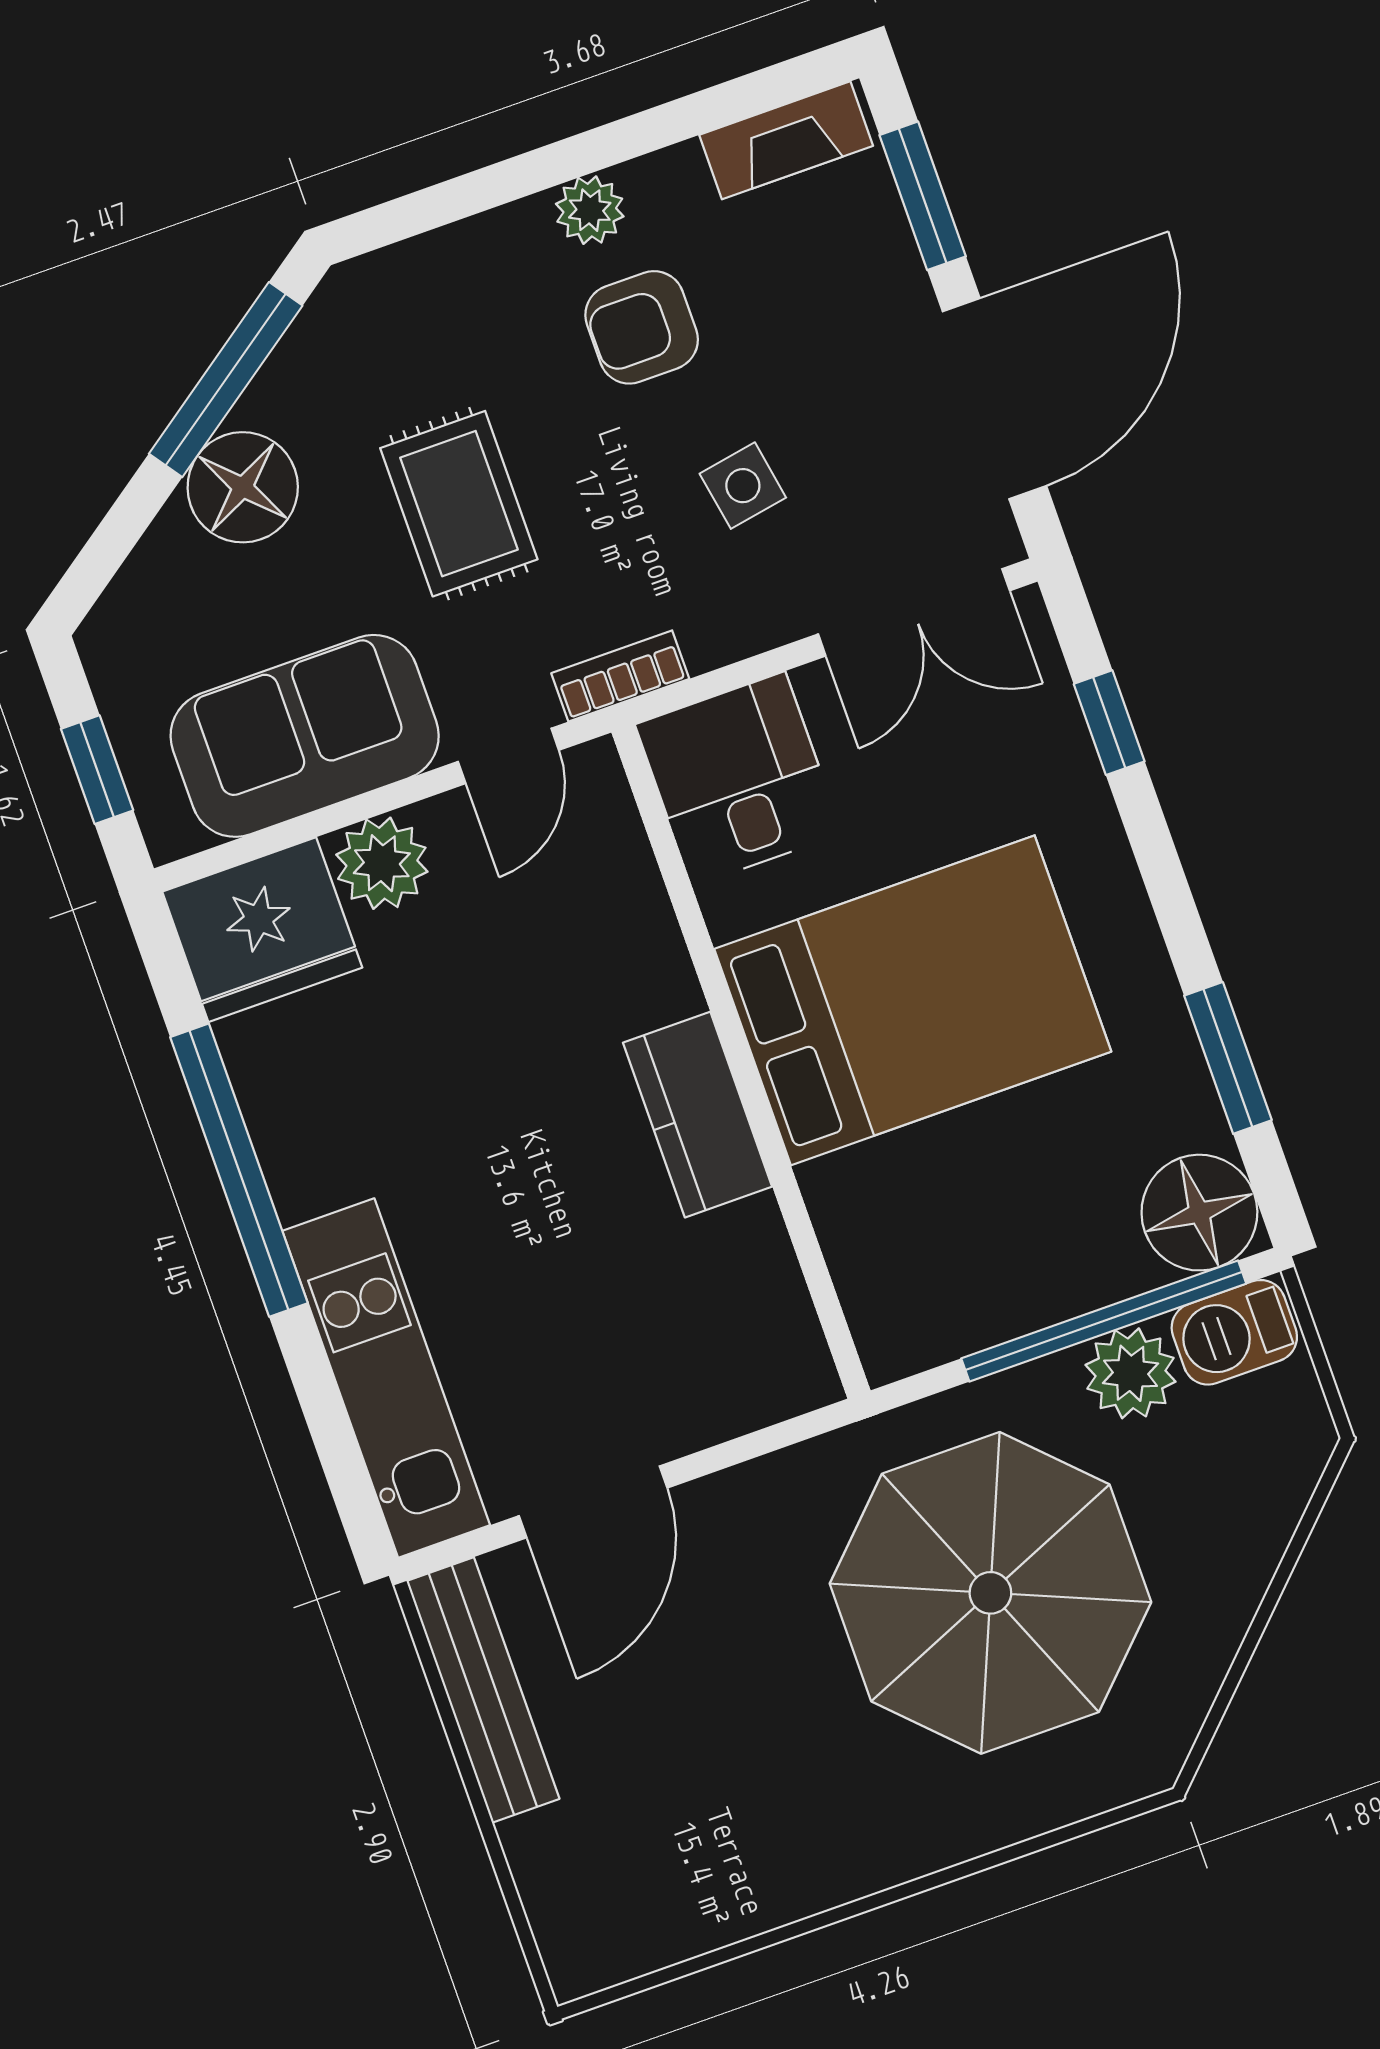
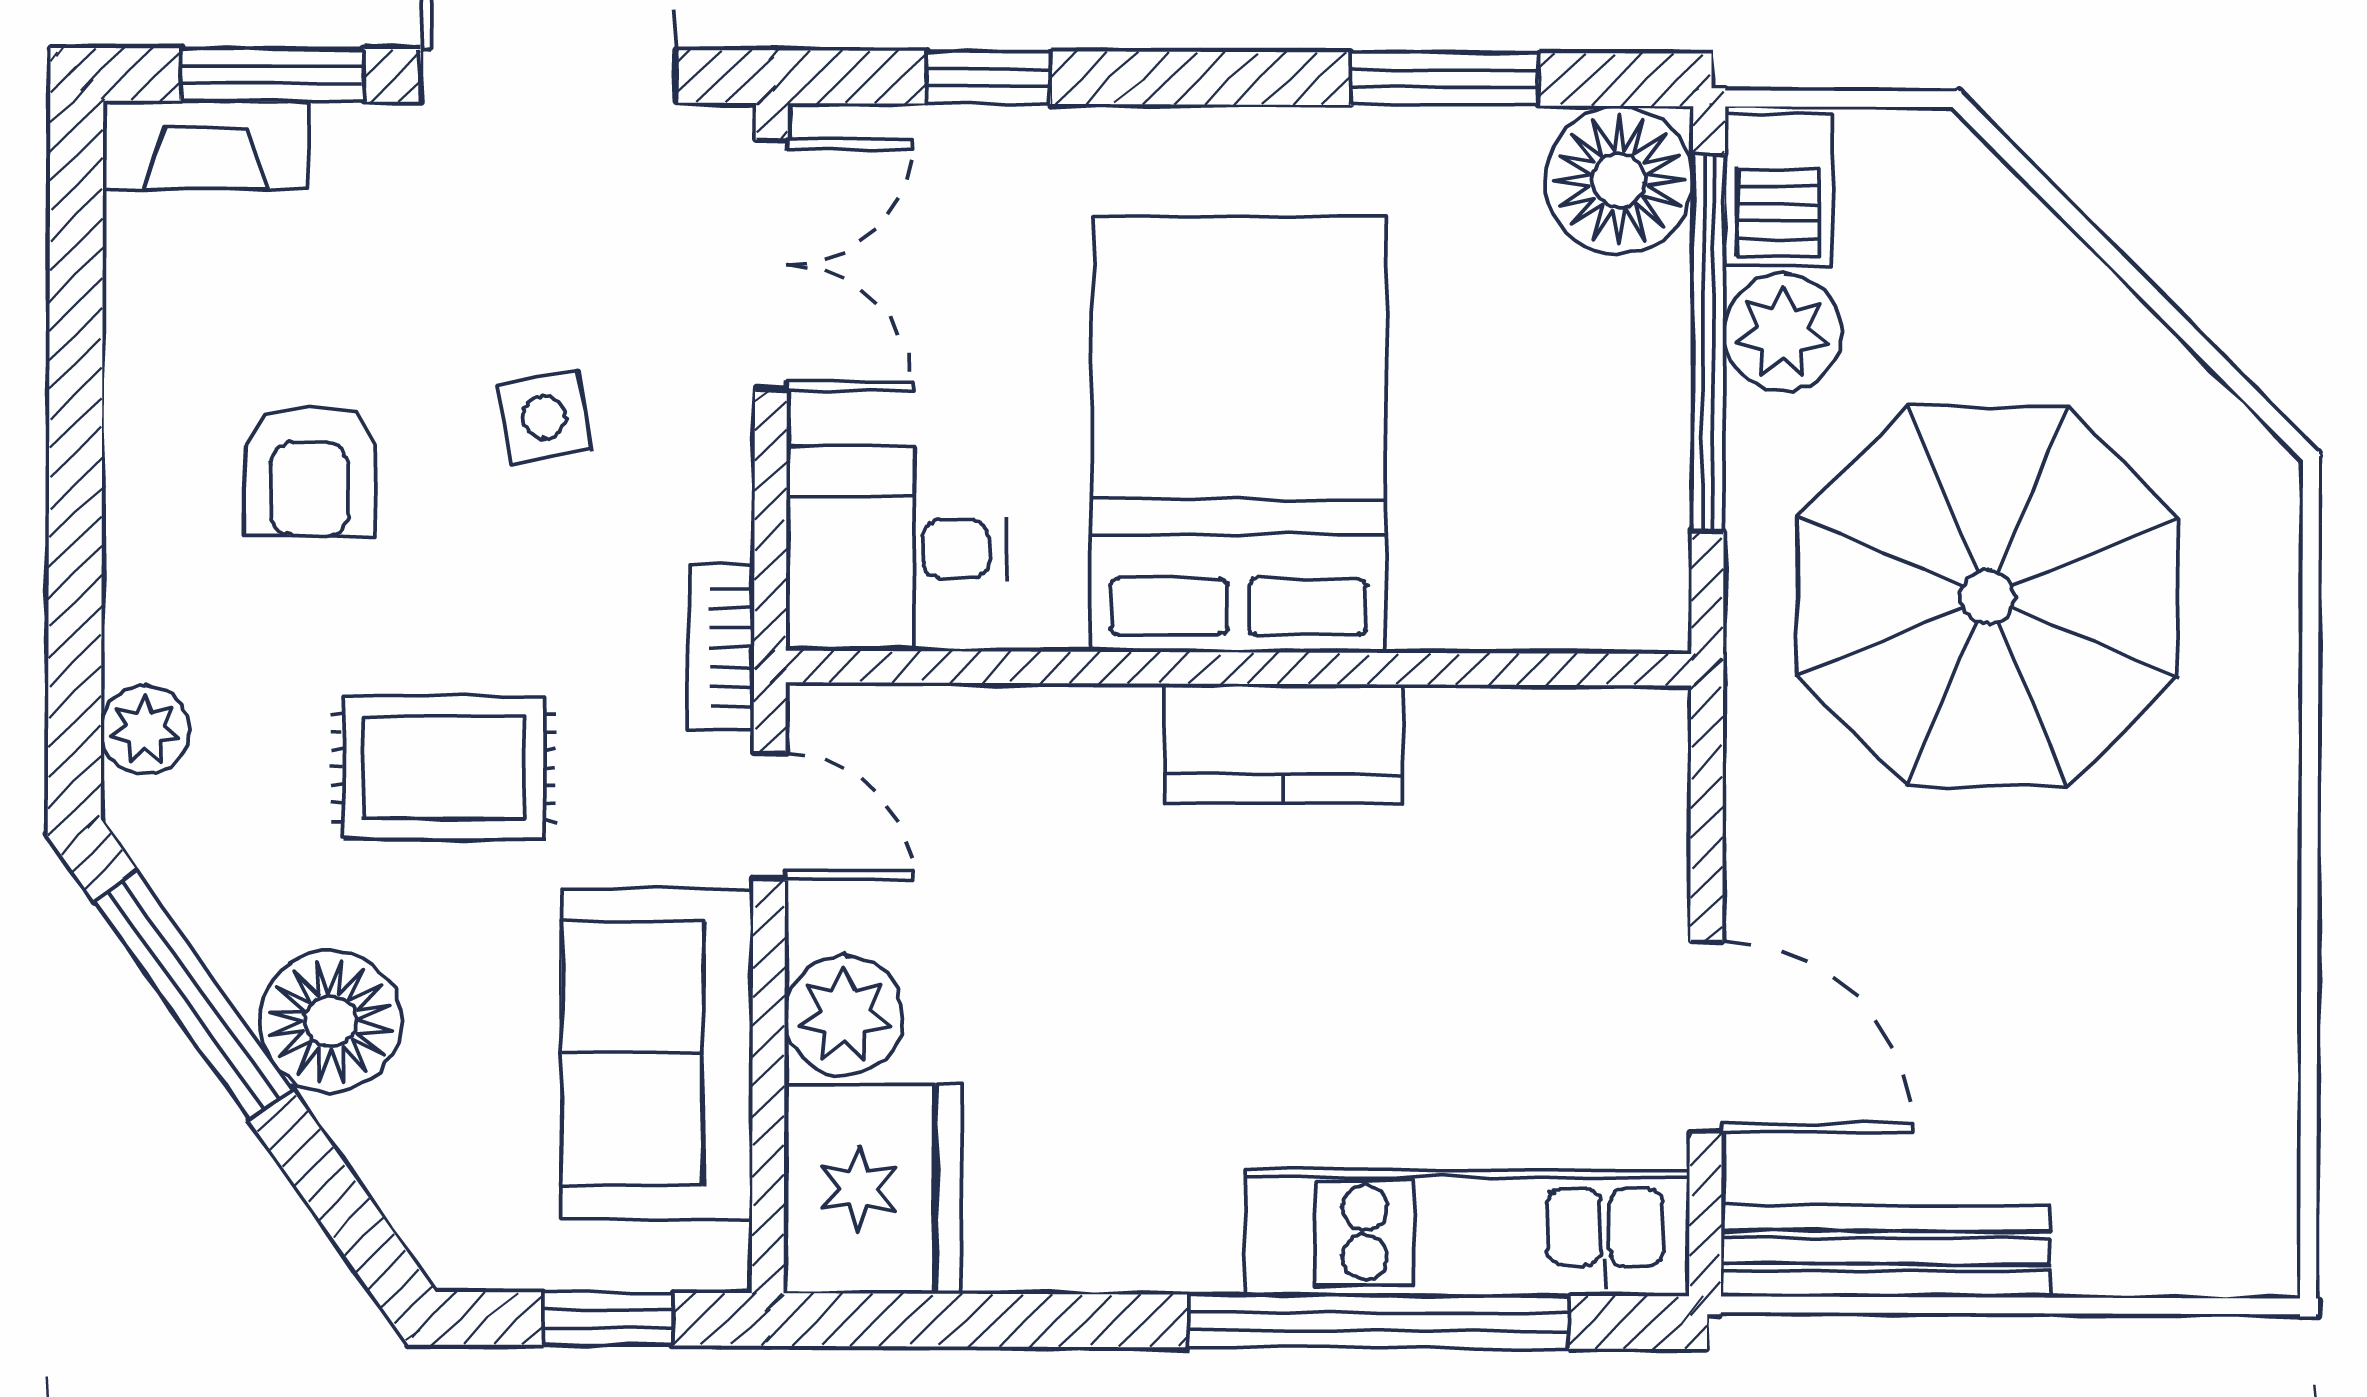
fireplace: (786, 140) -> (206, 145), moved, turned 90
plant: (590, 210) -> (145, 730), moved
window: (239, 1170) -> (1379, 1322), moved

